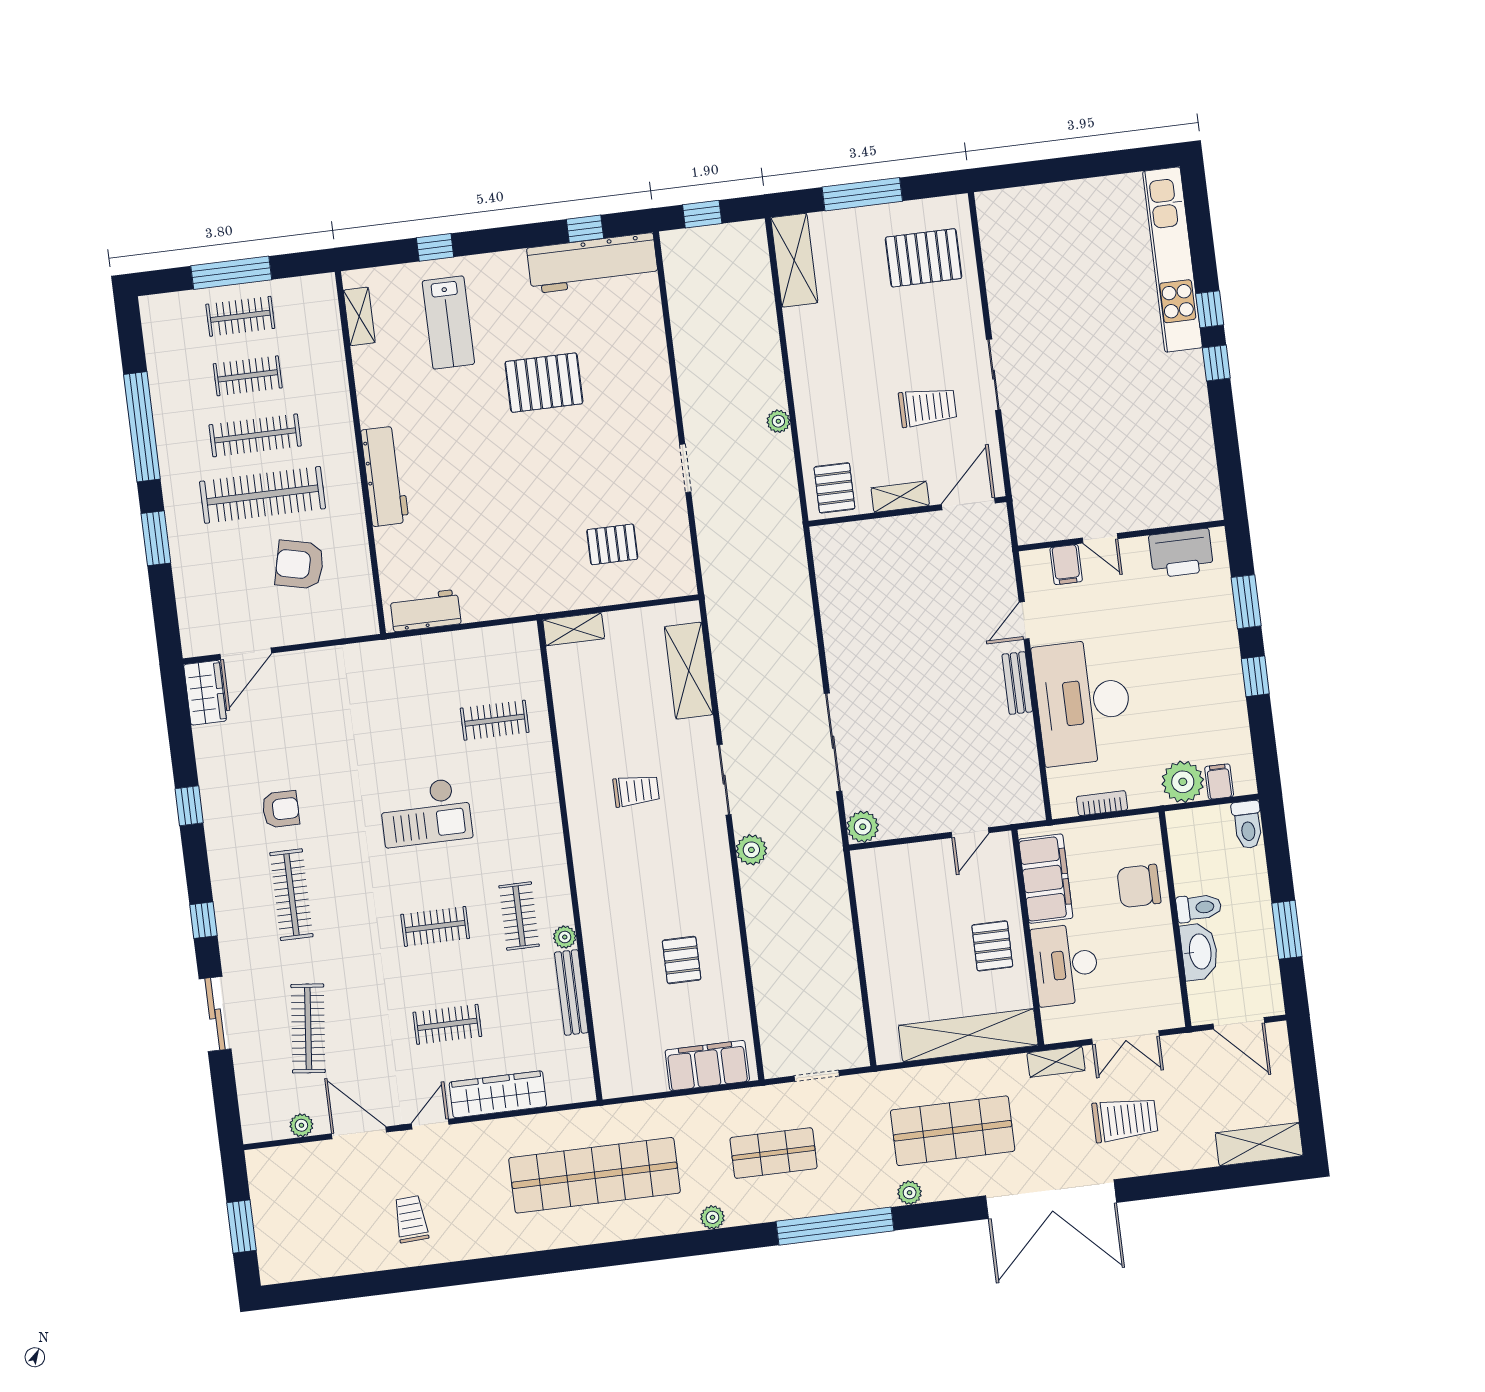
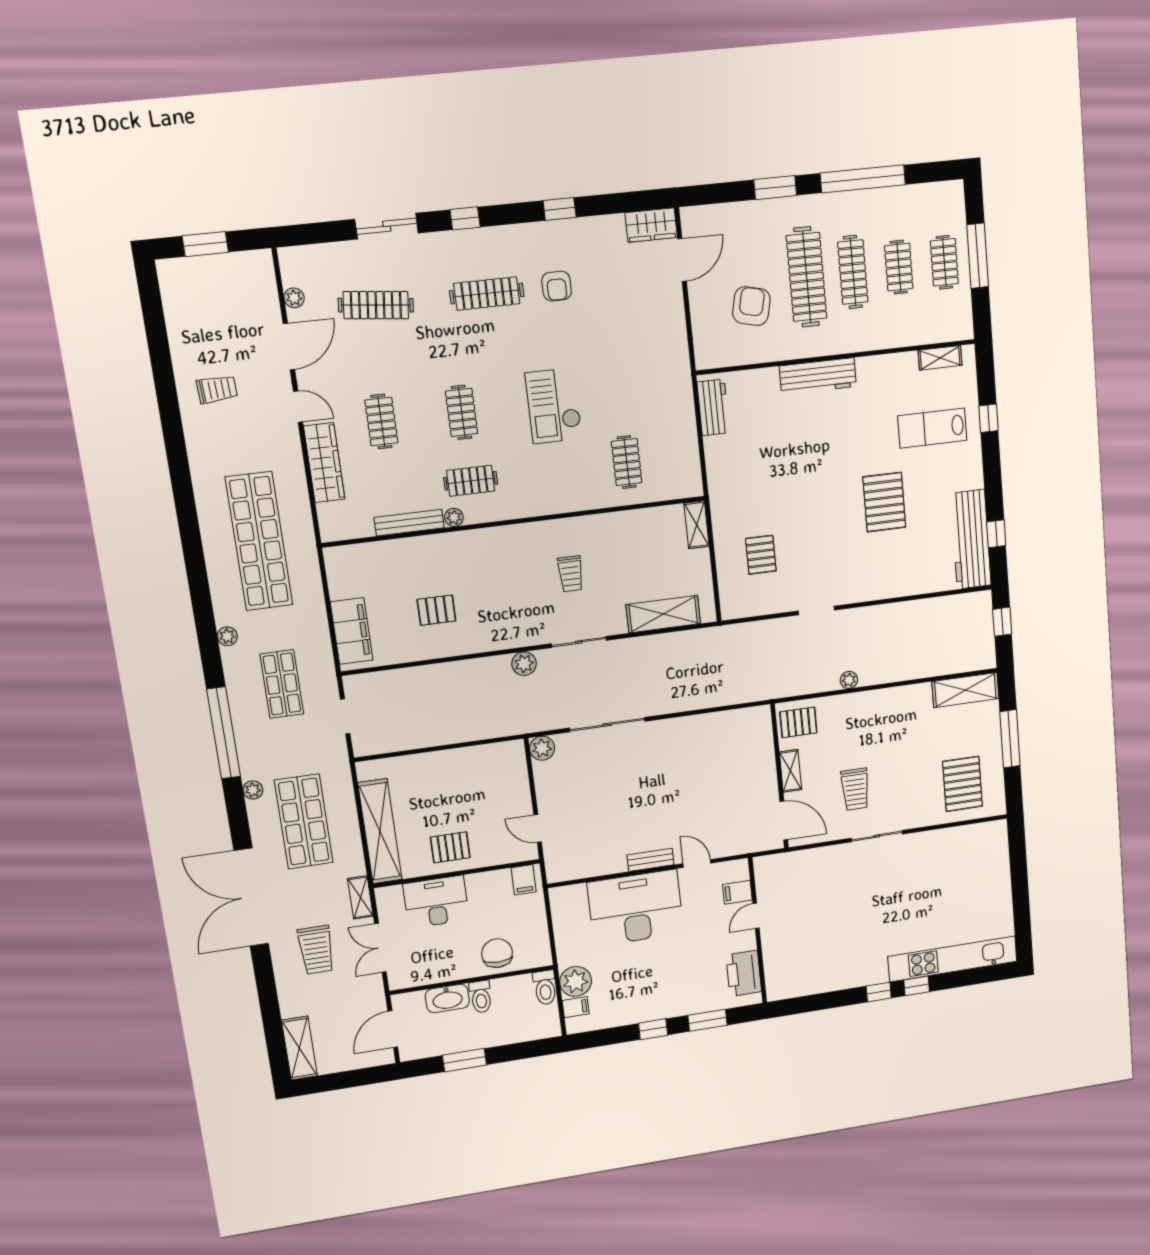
door: (246, 654) -> (682, 260), swing flipped
bookcase: (1102, 803) -> (560, 924), removed
toilet: (1247, 825) -> (545, 988), moved, turned -90
filing cabinet: (1046, 879) -> (524, 880), width x0.33, depth x0.86

